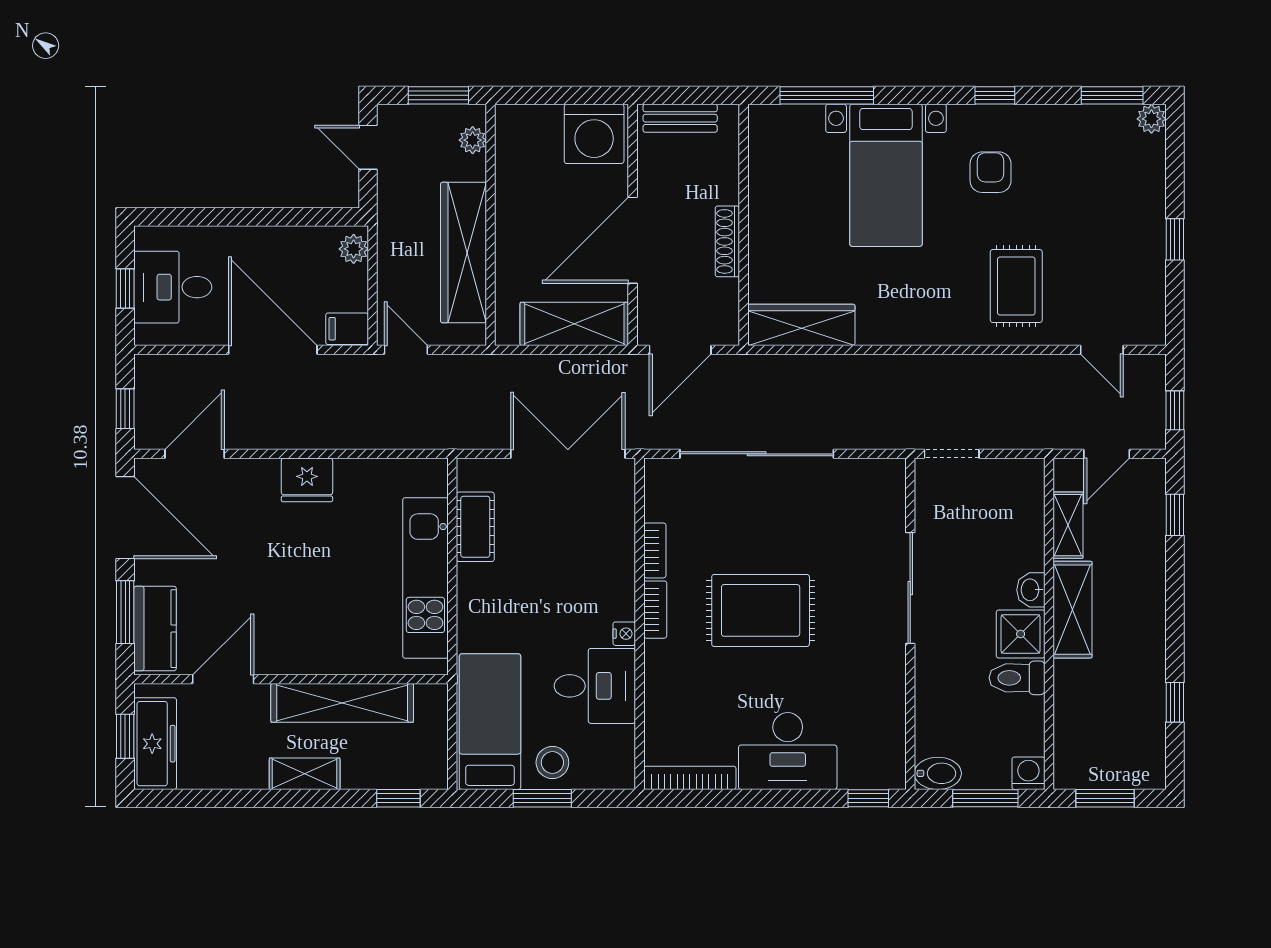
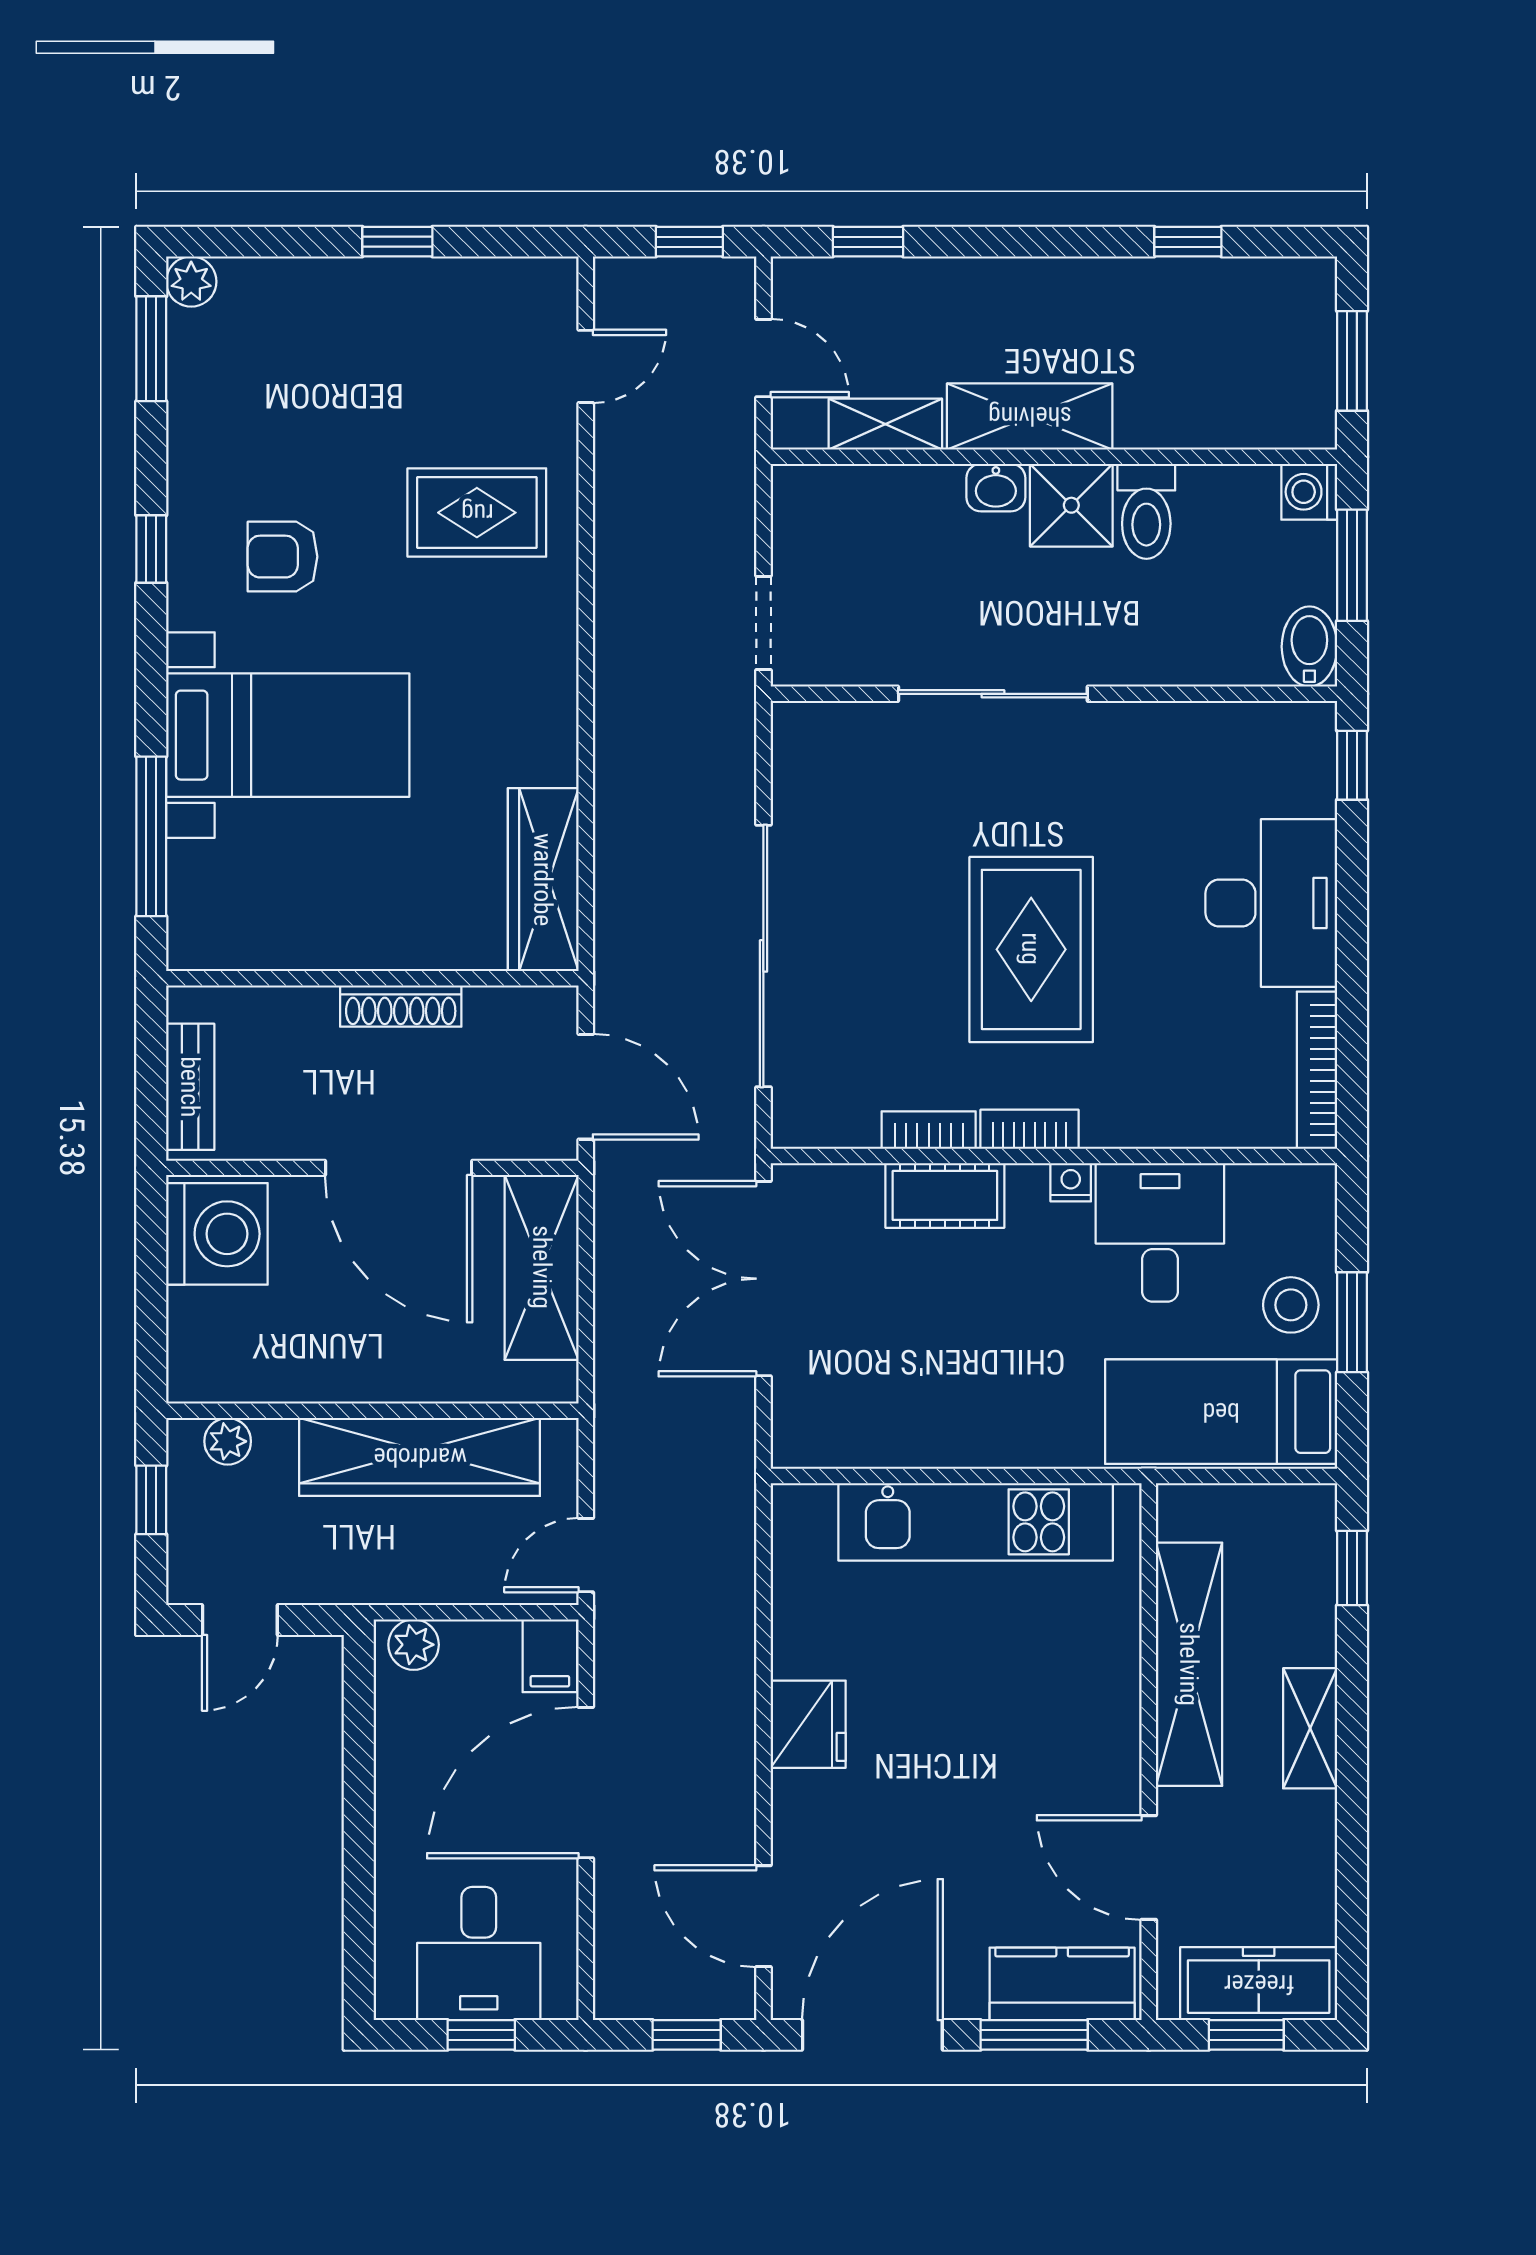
window: (438, 95) -> (151, 1500), width x0.67
cot: (475, 527) -> (945, 1195), moved

